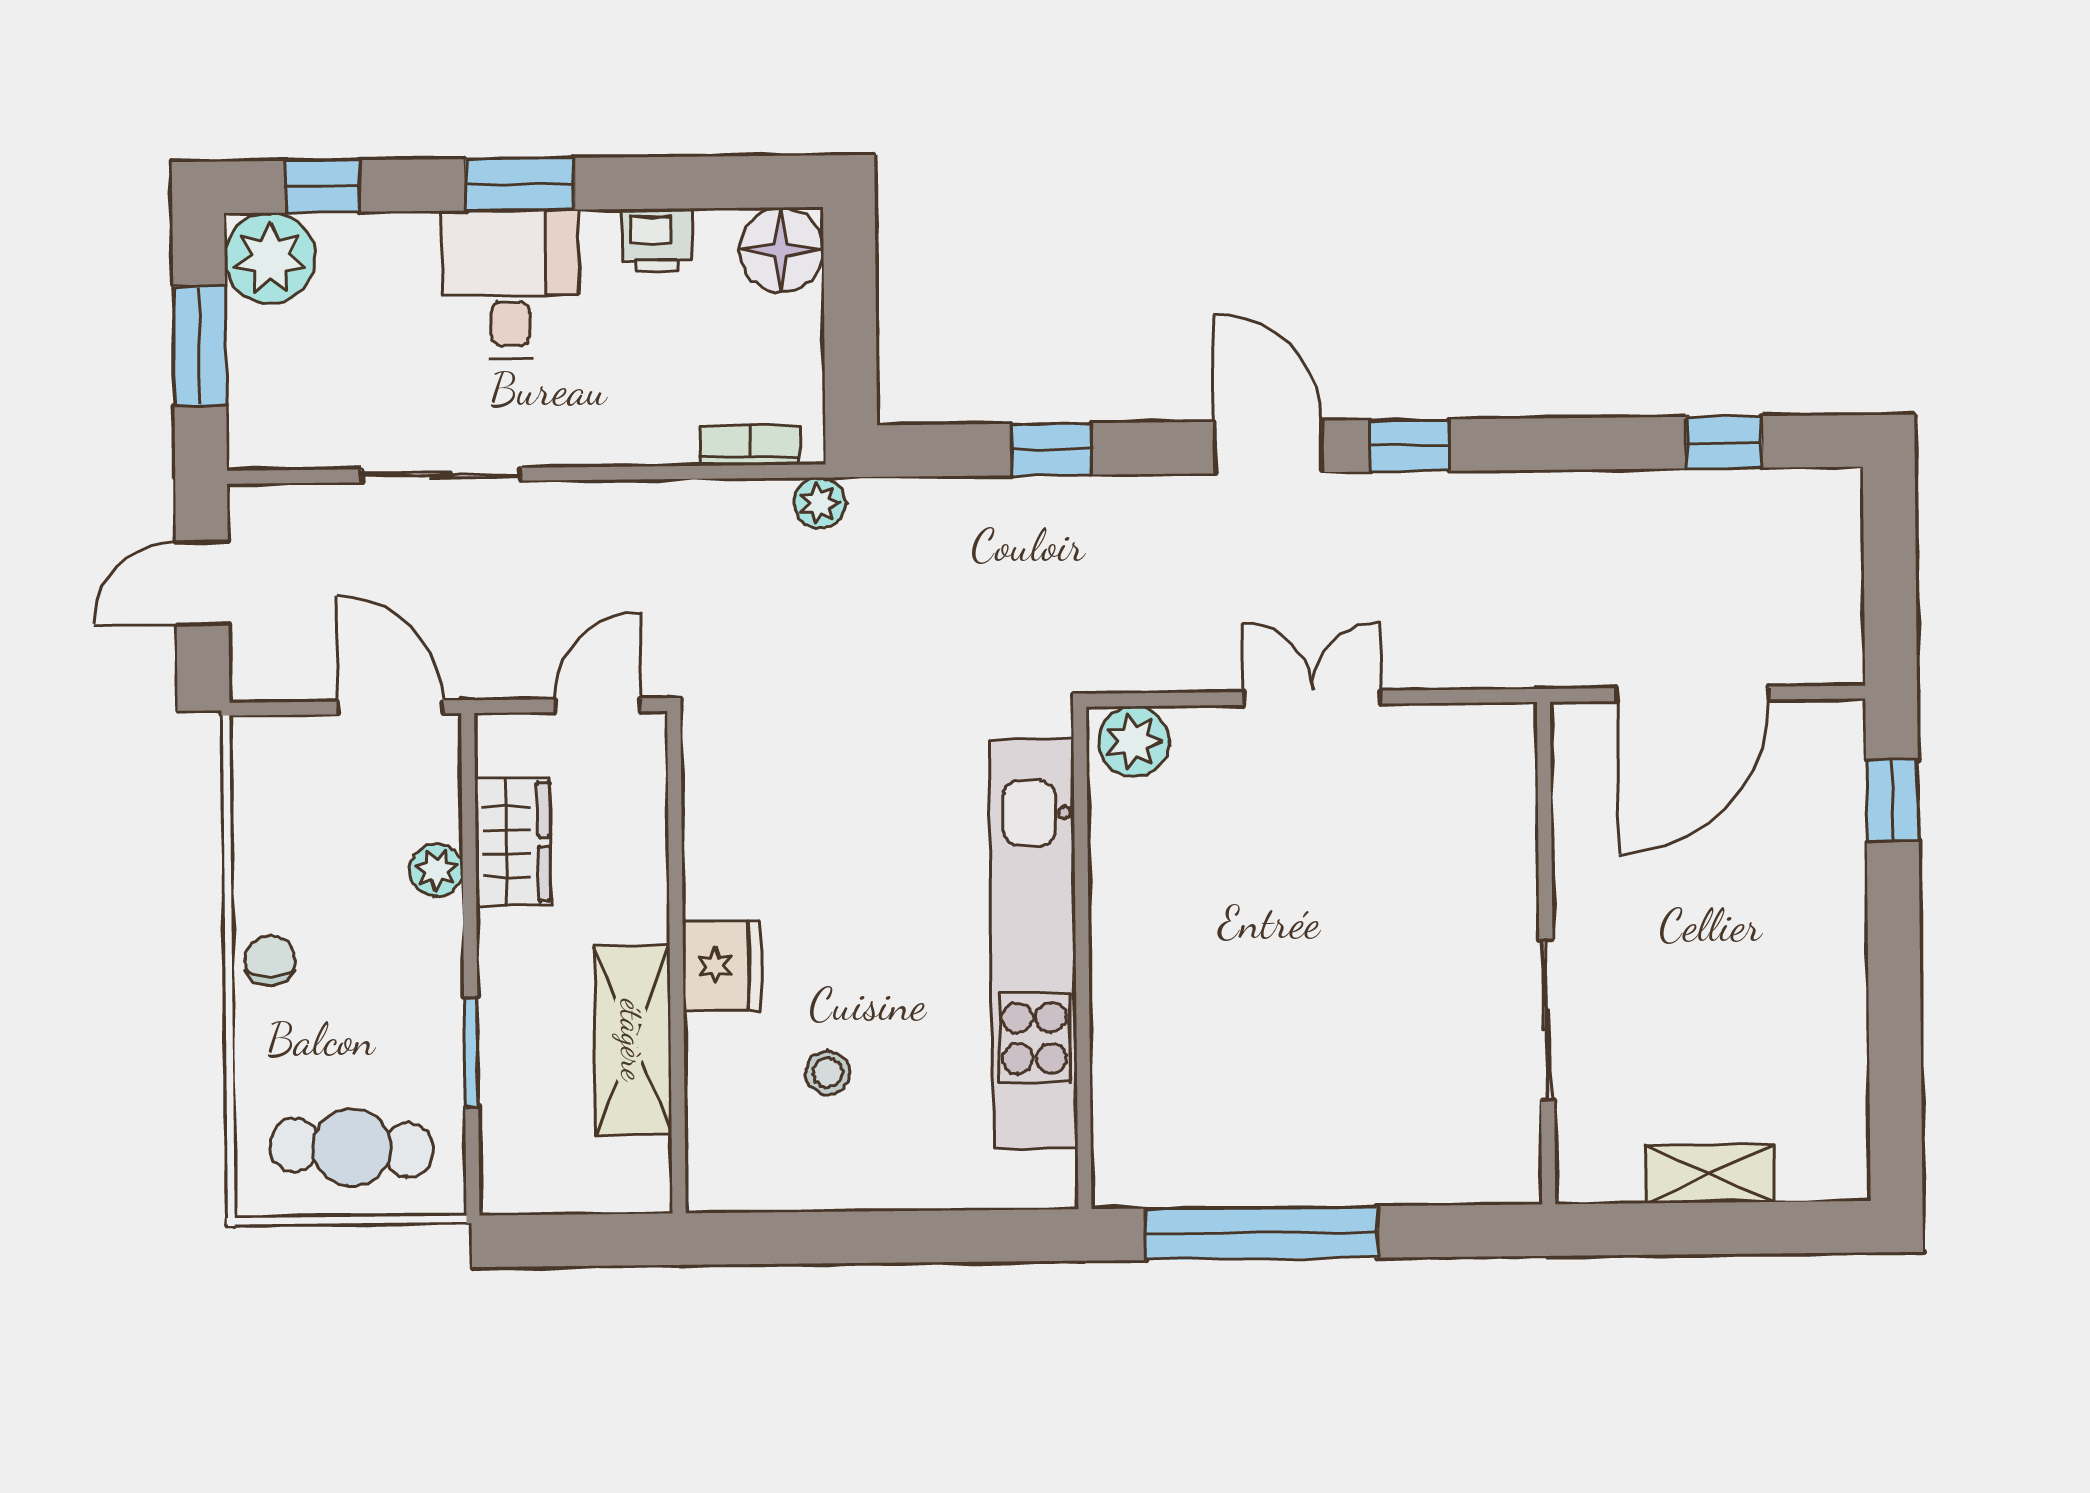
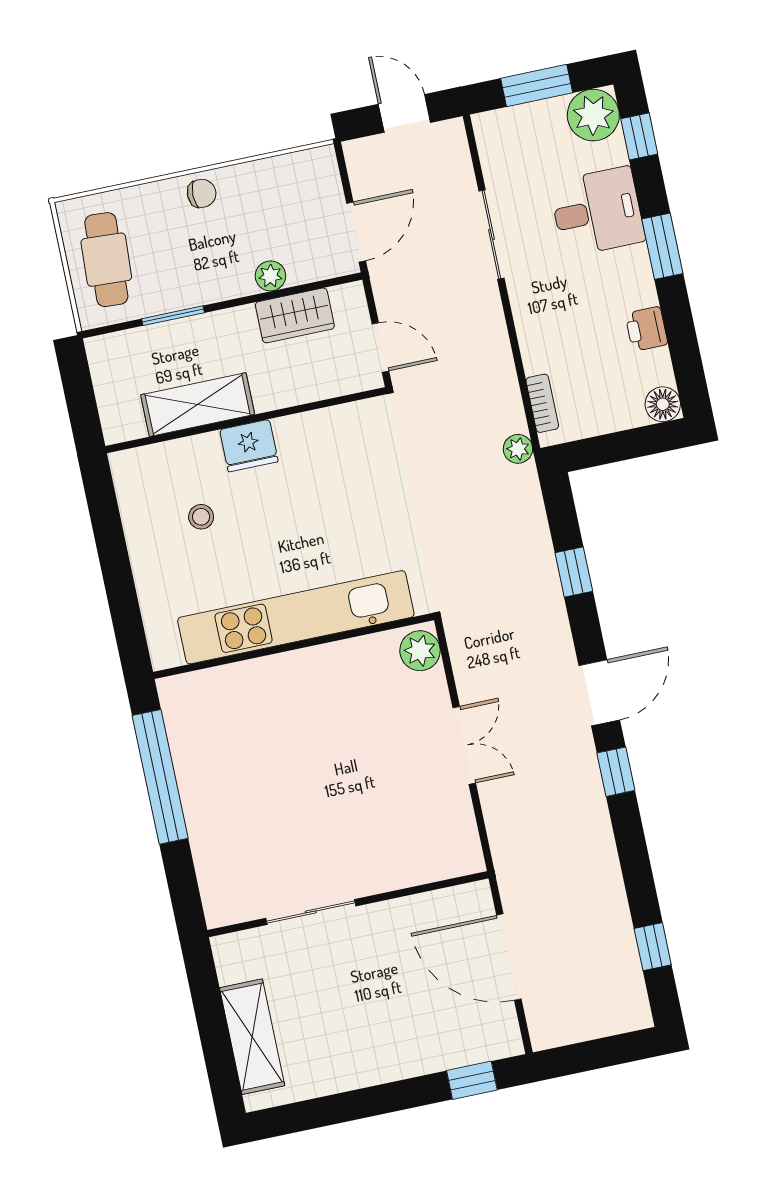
floor lamp: (781, 250) -> (663, 404), width x0.73, depth x0.73
desk: (510, 284) -> (597, 212), moved
shelving: (1710, 1174) -> (252, 1037), width x1.50, depth x1.33

